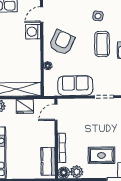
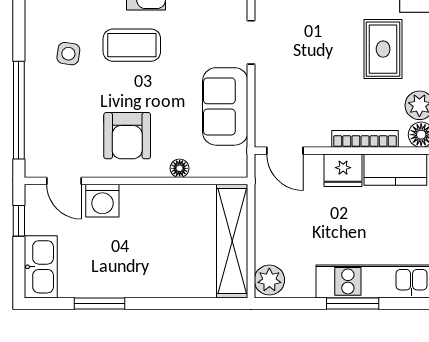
armchair: (62, 42) -> (127, 136), turned -115
fridge: (25, 106) -> (343, 170), moved, turned 90

